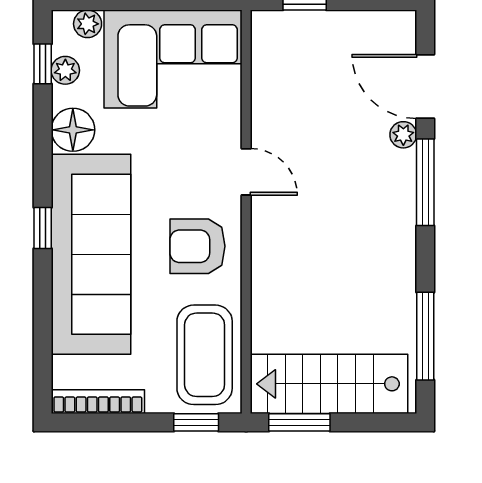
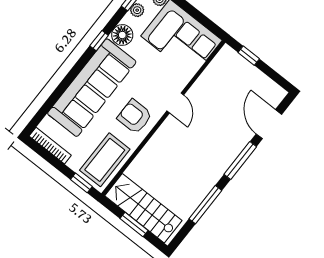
plant: (403, 135) -> (246, 136), removed
window: (43, 228) -> (99, 41), moved
window: (425, 336) -> (205, 205), moved
window: (299, 422) -> (134, 224), moved

